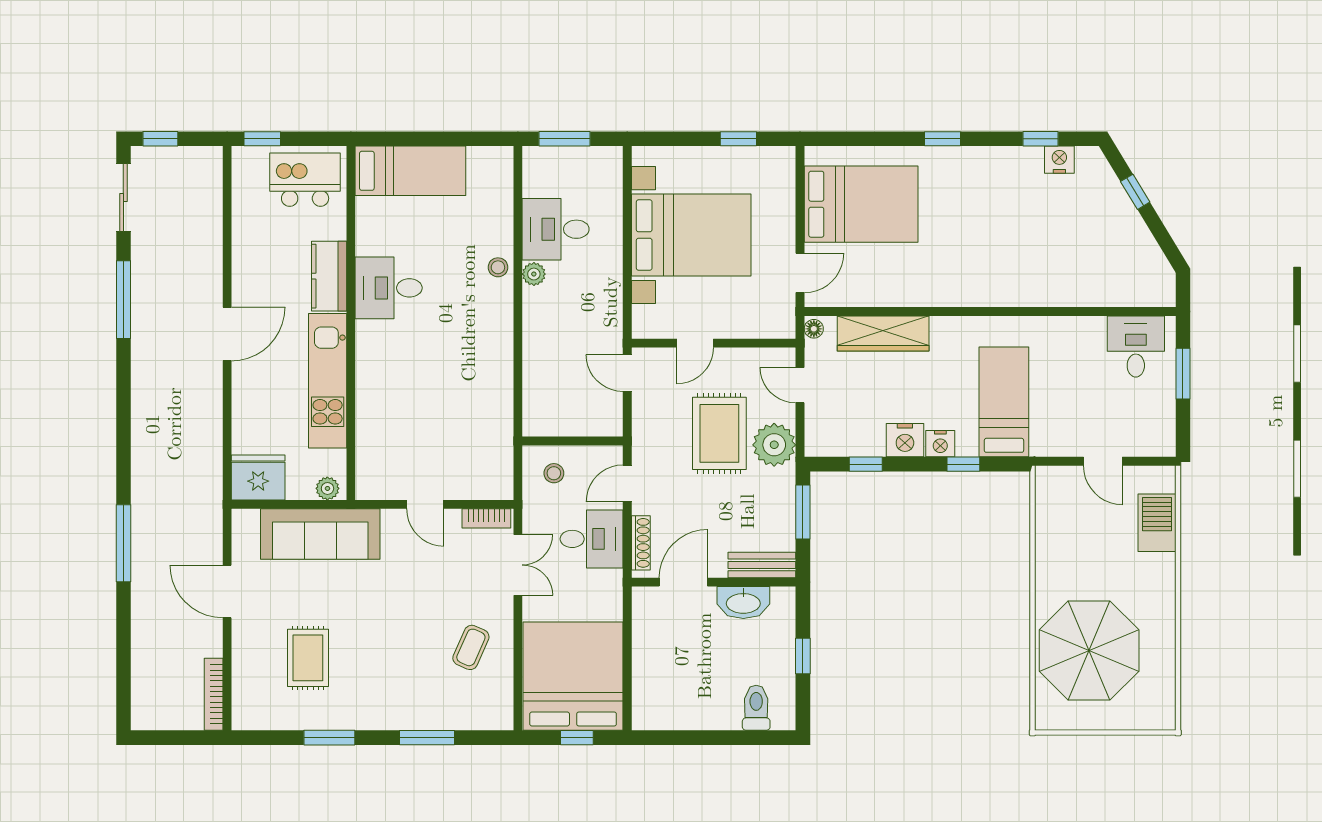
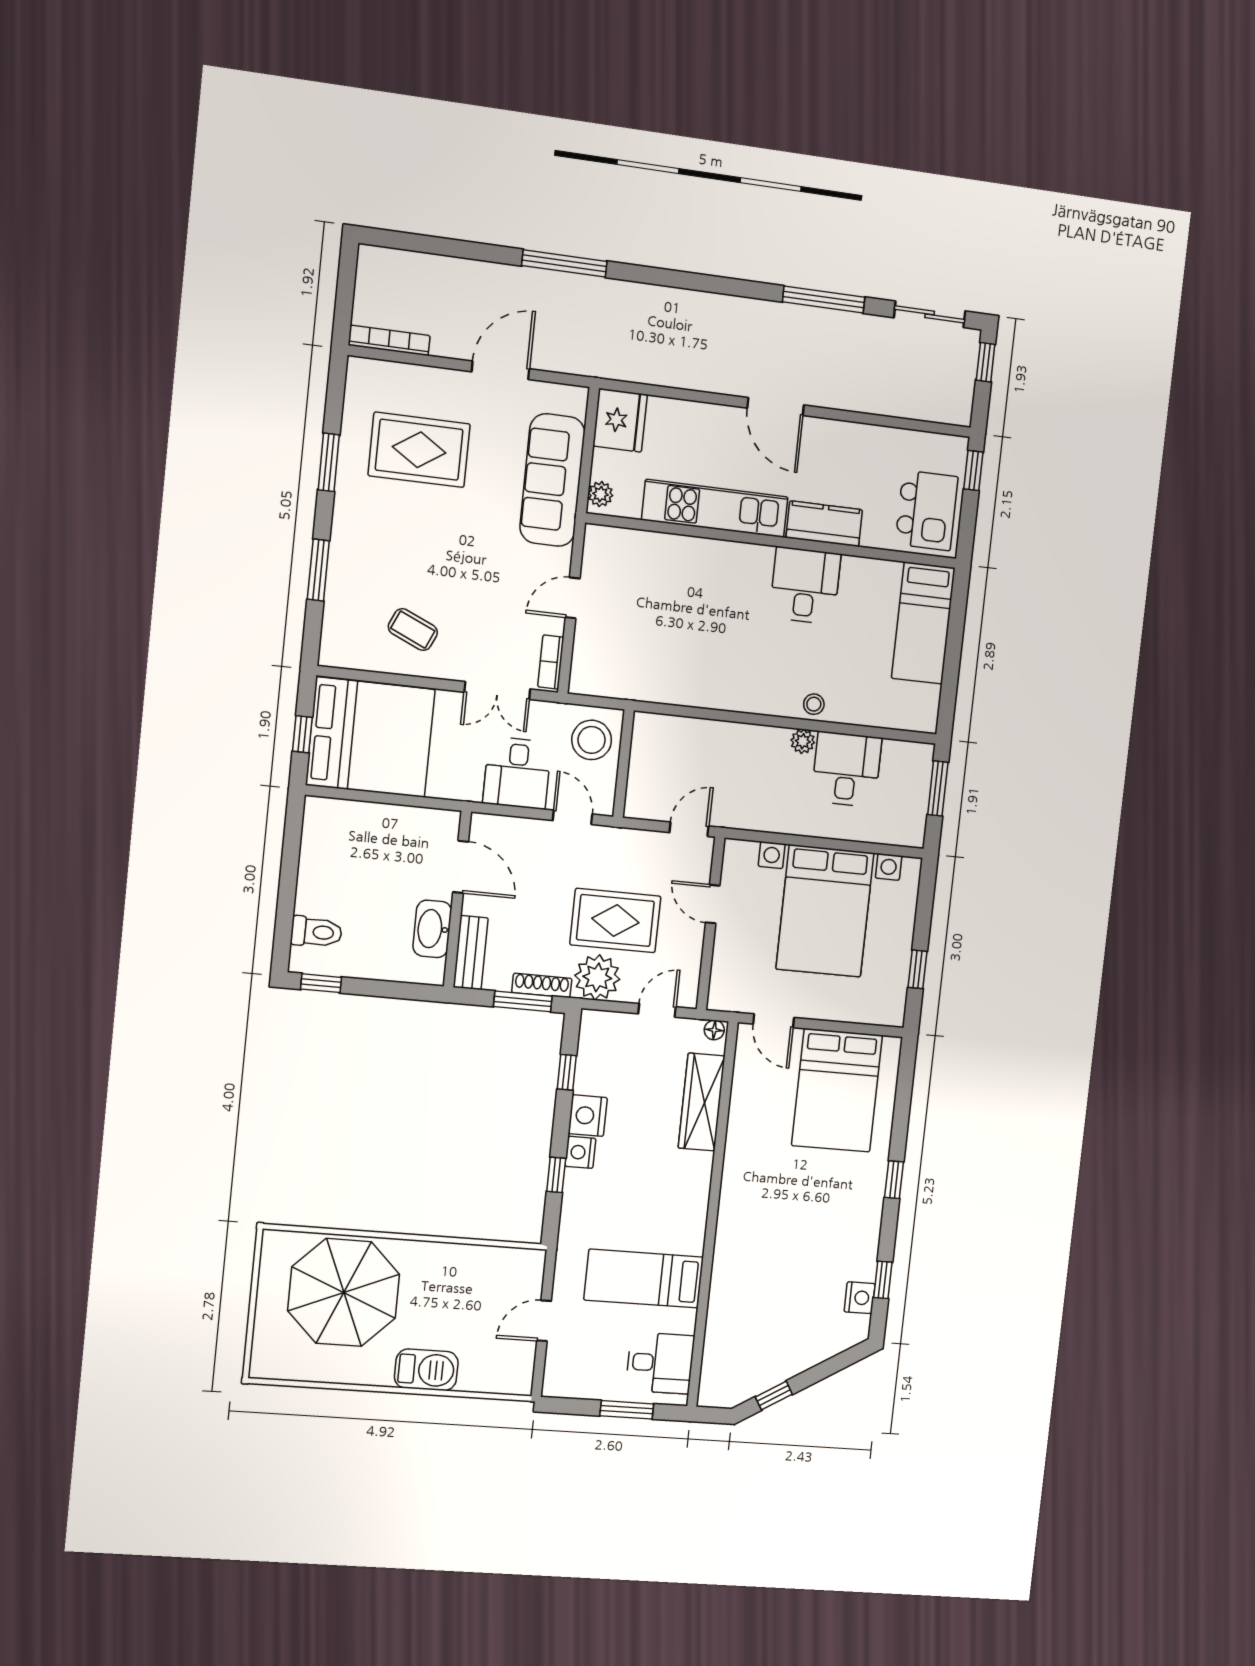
window: (1135, 192) -> (774, 1396), moved
bed: (1004, 402) -> (644, 1279), moved, turned 180
stool: (554, 473) -> (592, 740), width x1.89, depth x1.89
barbecue: (1157, 523) -> (426, 1370), moved
shoe rack: (641, 543) -> (542, 985), moved, turned 180
window: (803, 656) -> (321, 983), moved
rug: (308, 658) -> (419, 450), width x1.36, depth x1.43

